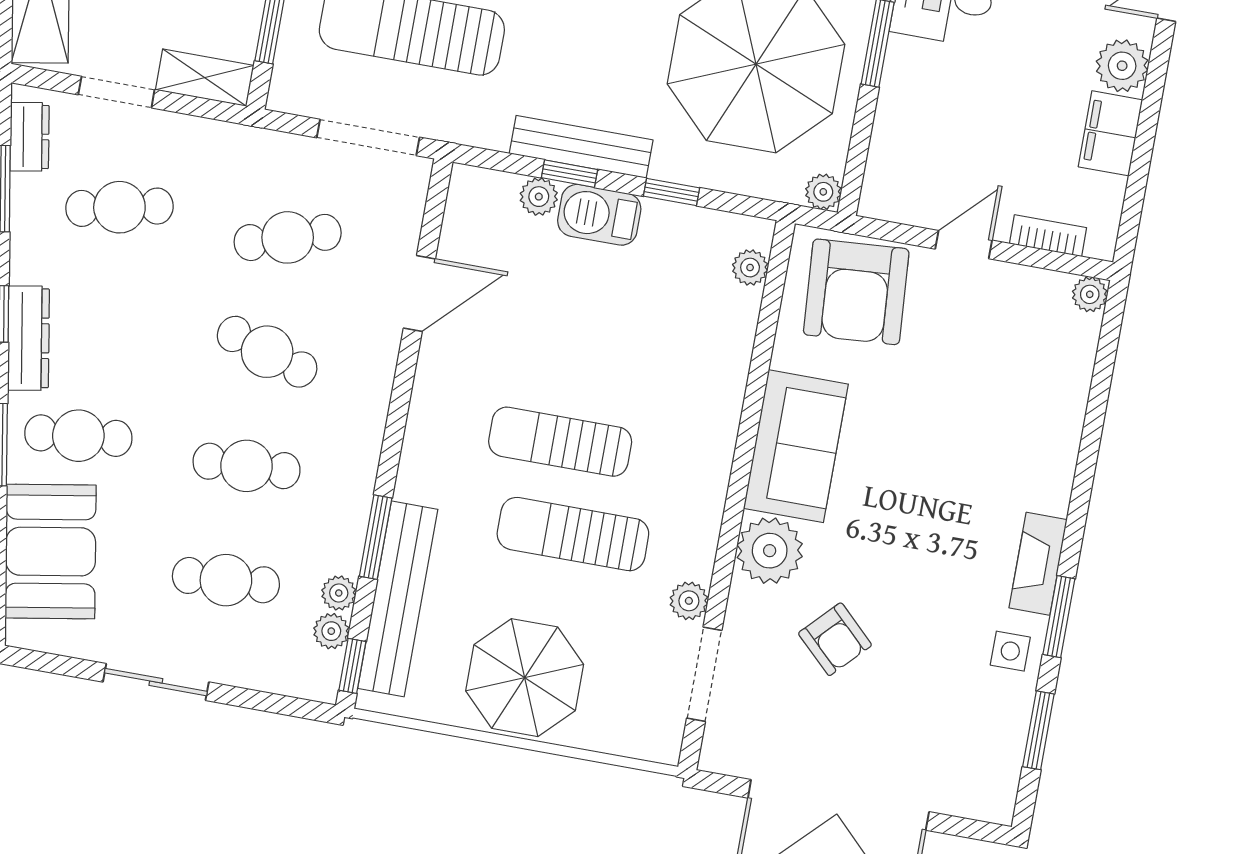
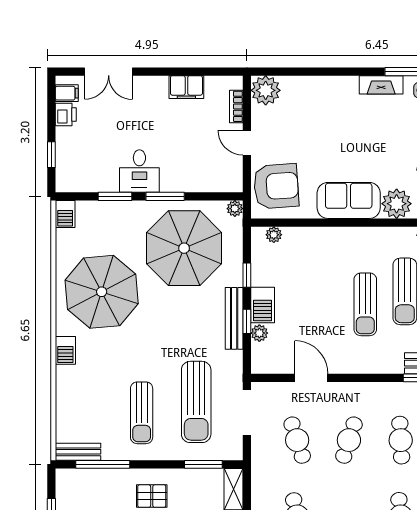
plant: (1122, 66) -> (156, 87), removed
plant: (1090, 294) -> (266, 90), width x1.88, depth x1.88

